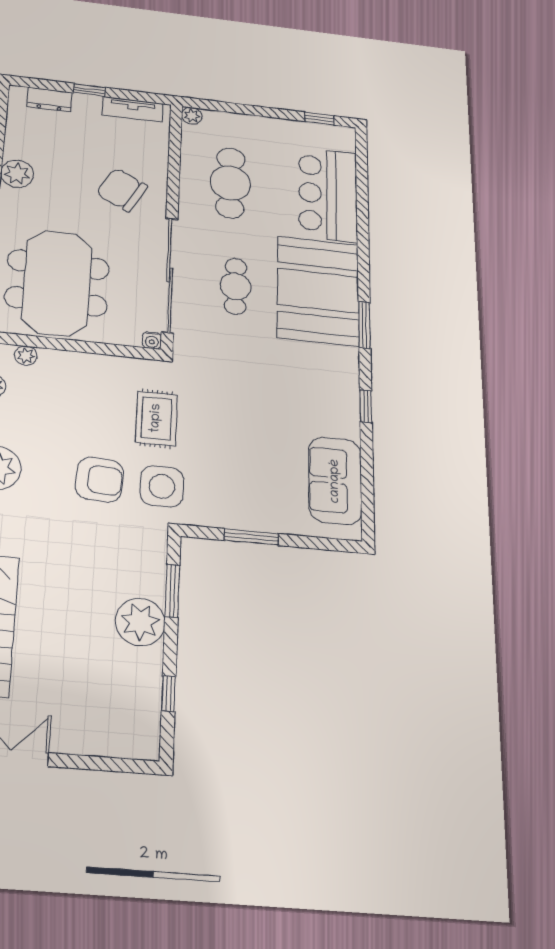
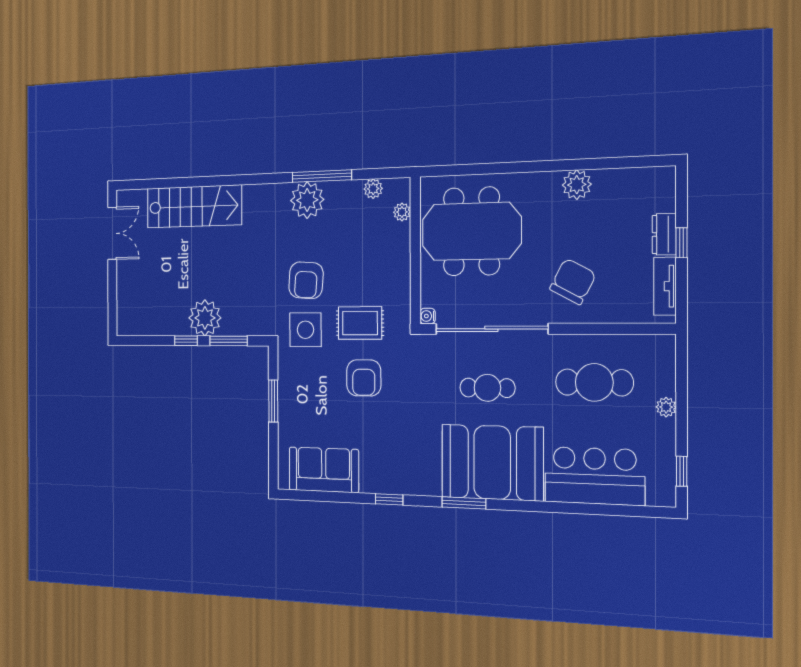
dresser: (49, 100) -> (664, 234), moved
plant: (192, 116) -> (666, 407), moved
armchair: (223, 421) -> (364, 378), added
window: (169, 694) -> (186, 341), moved

